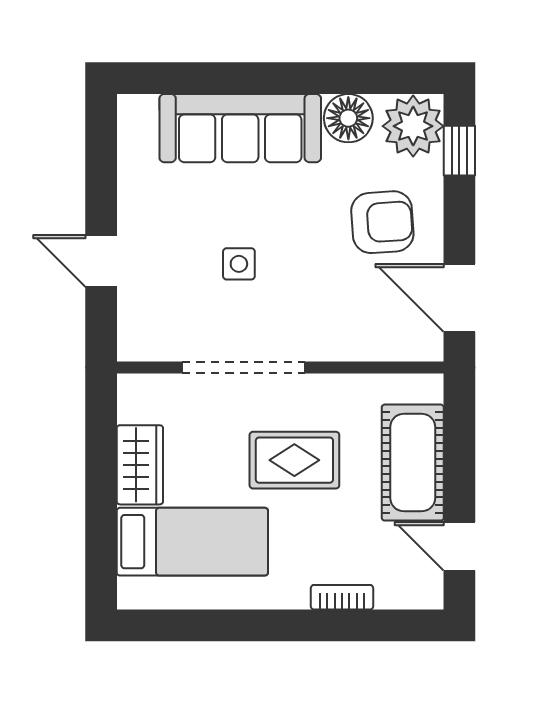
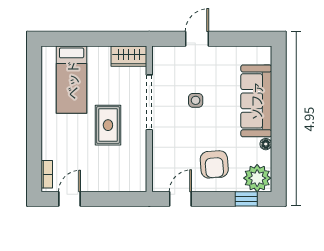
floor lamp: (348, 118) -> (266, 144), width x0.53, depth x0.53
door: (459, 298) -> (180, 199), width x0.73
cot: (413, 463) -> (107, 178), removed
wardrobe: (140, 465) -> (129, 56), moved
bookcase: (342, 597) -> (47, 174), moved

